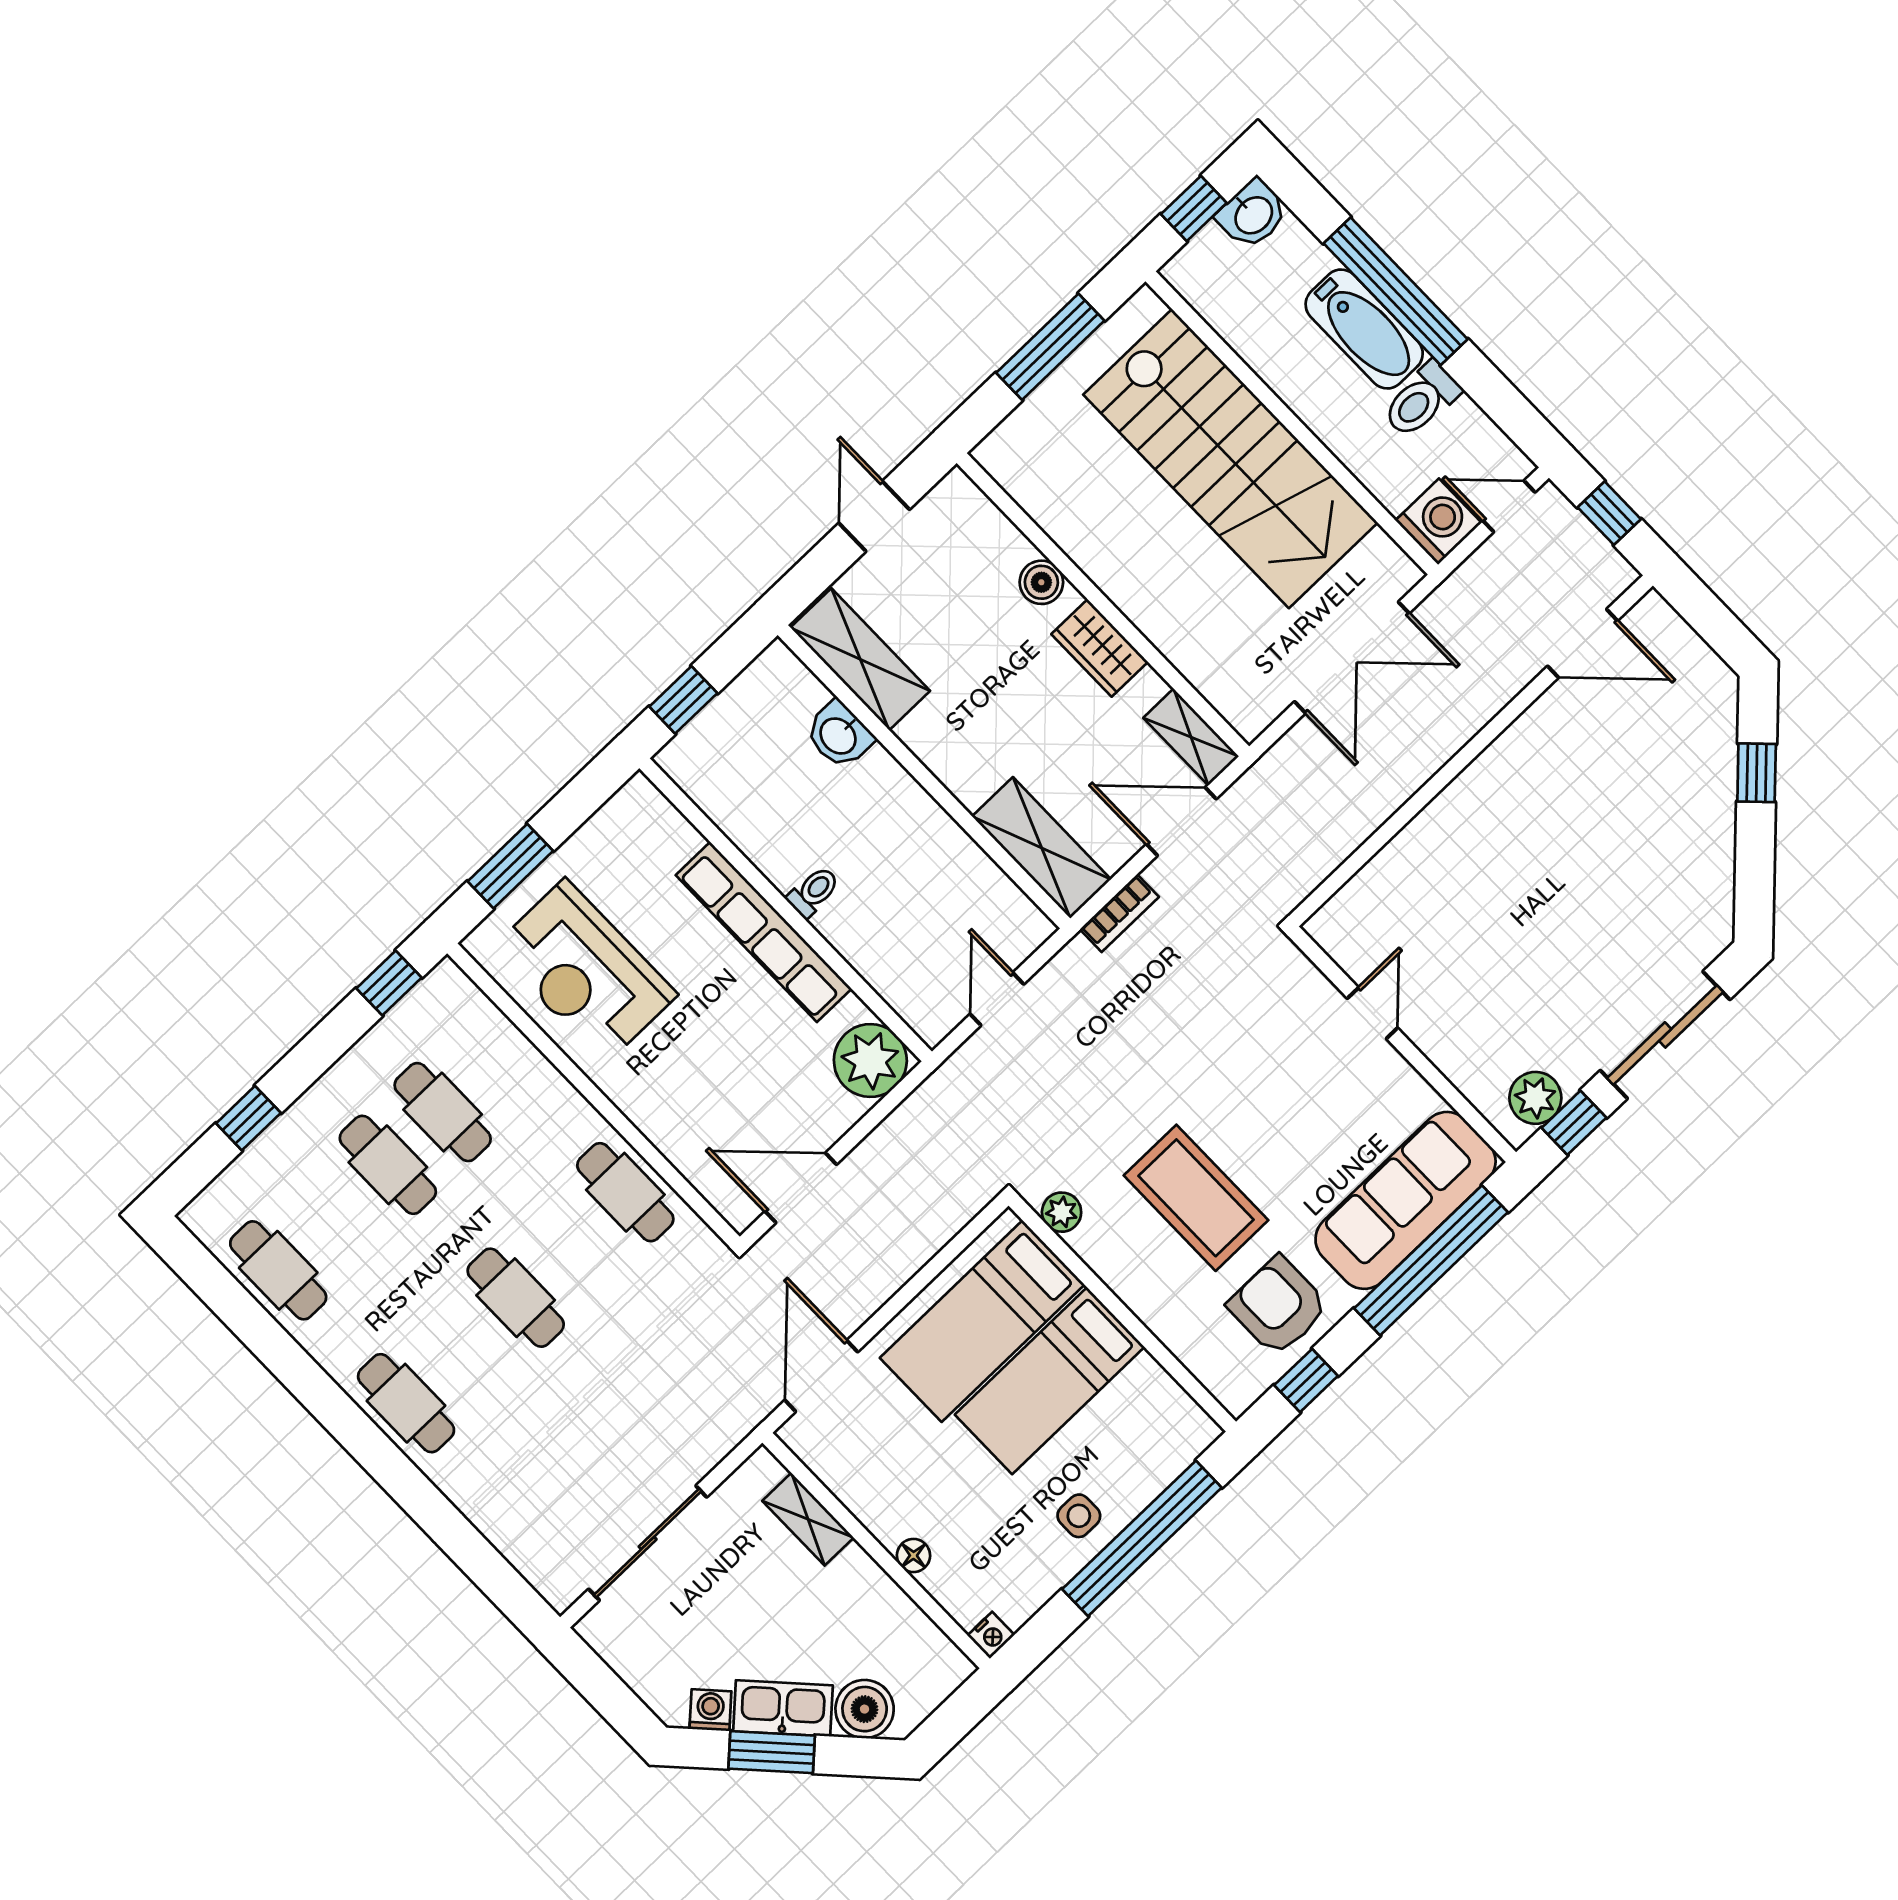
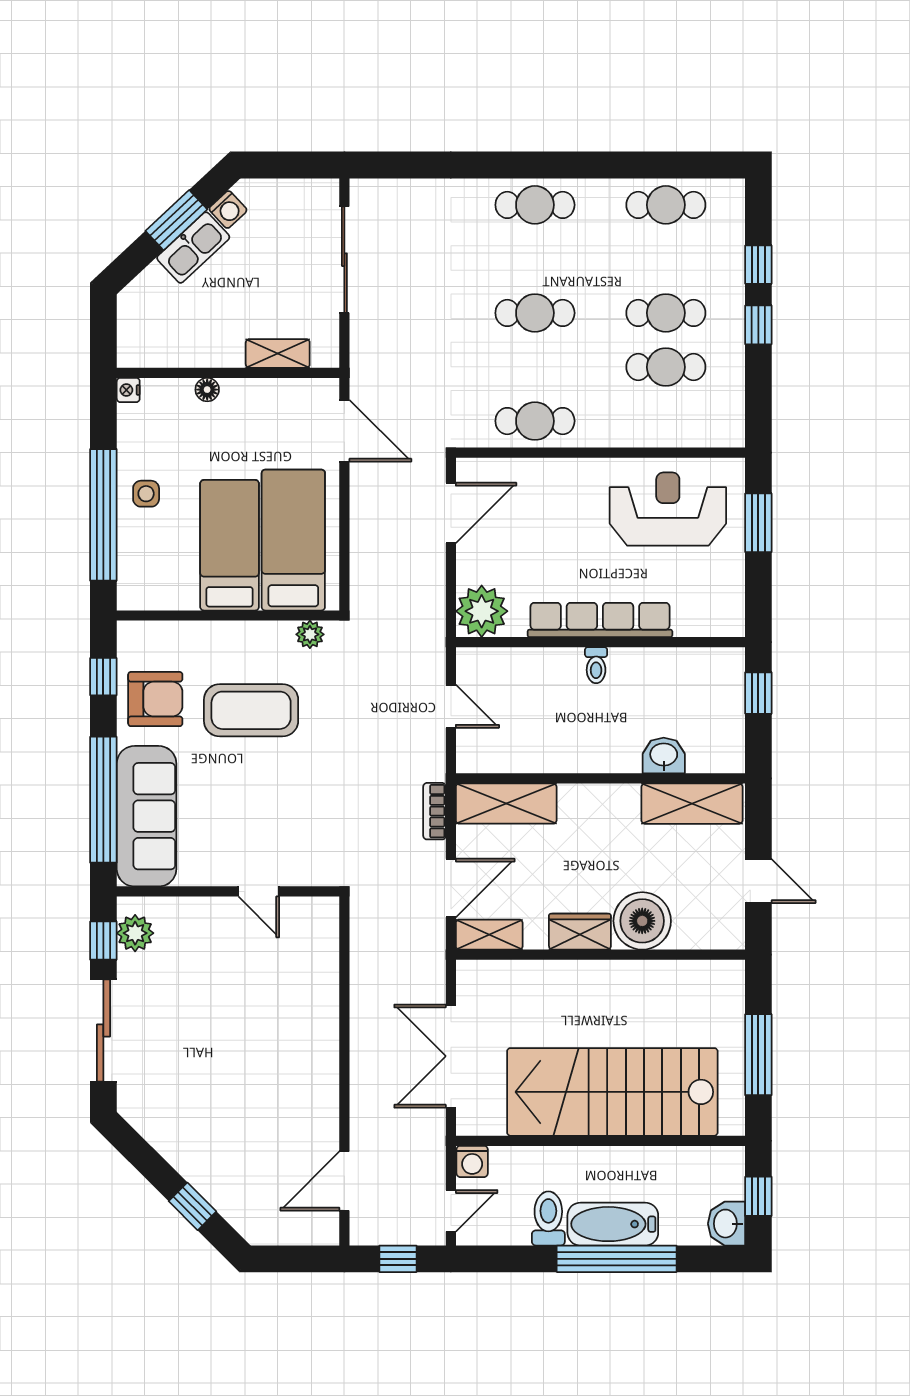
washing machine: (1438, 521) -> (472, 1161), width x0.73, depth x0.73
boiler: (1041, 582) -> (642, 921), width x1.86, depth x1.86
window: (389, 983) -> (758, 325), moved
boiler: (865, 1709) -> (153, 289), removed

